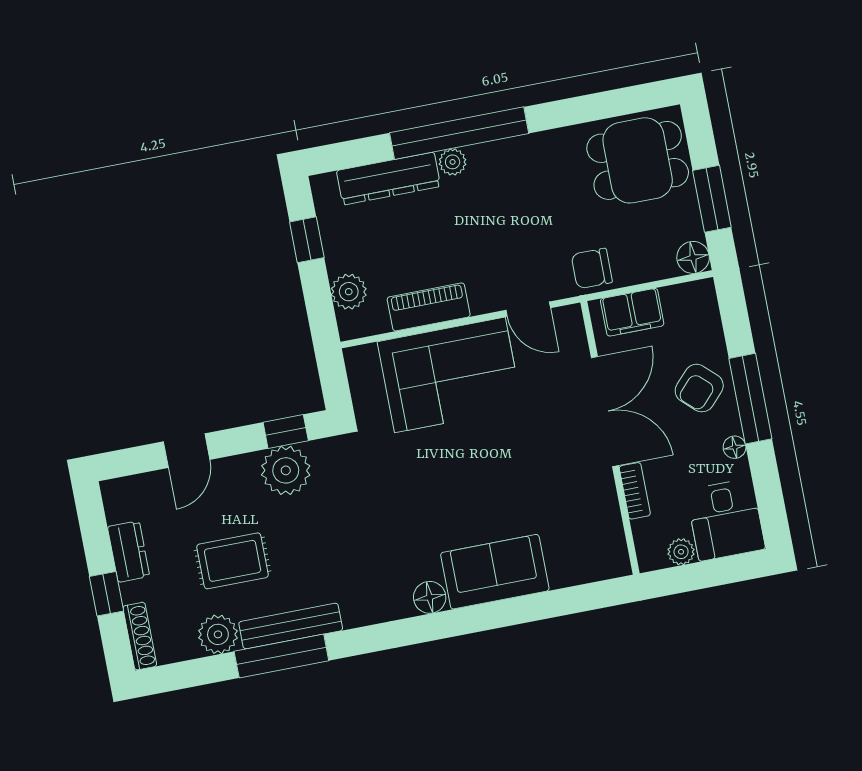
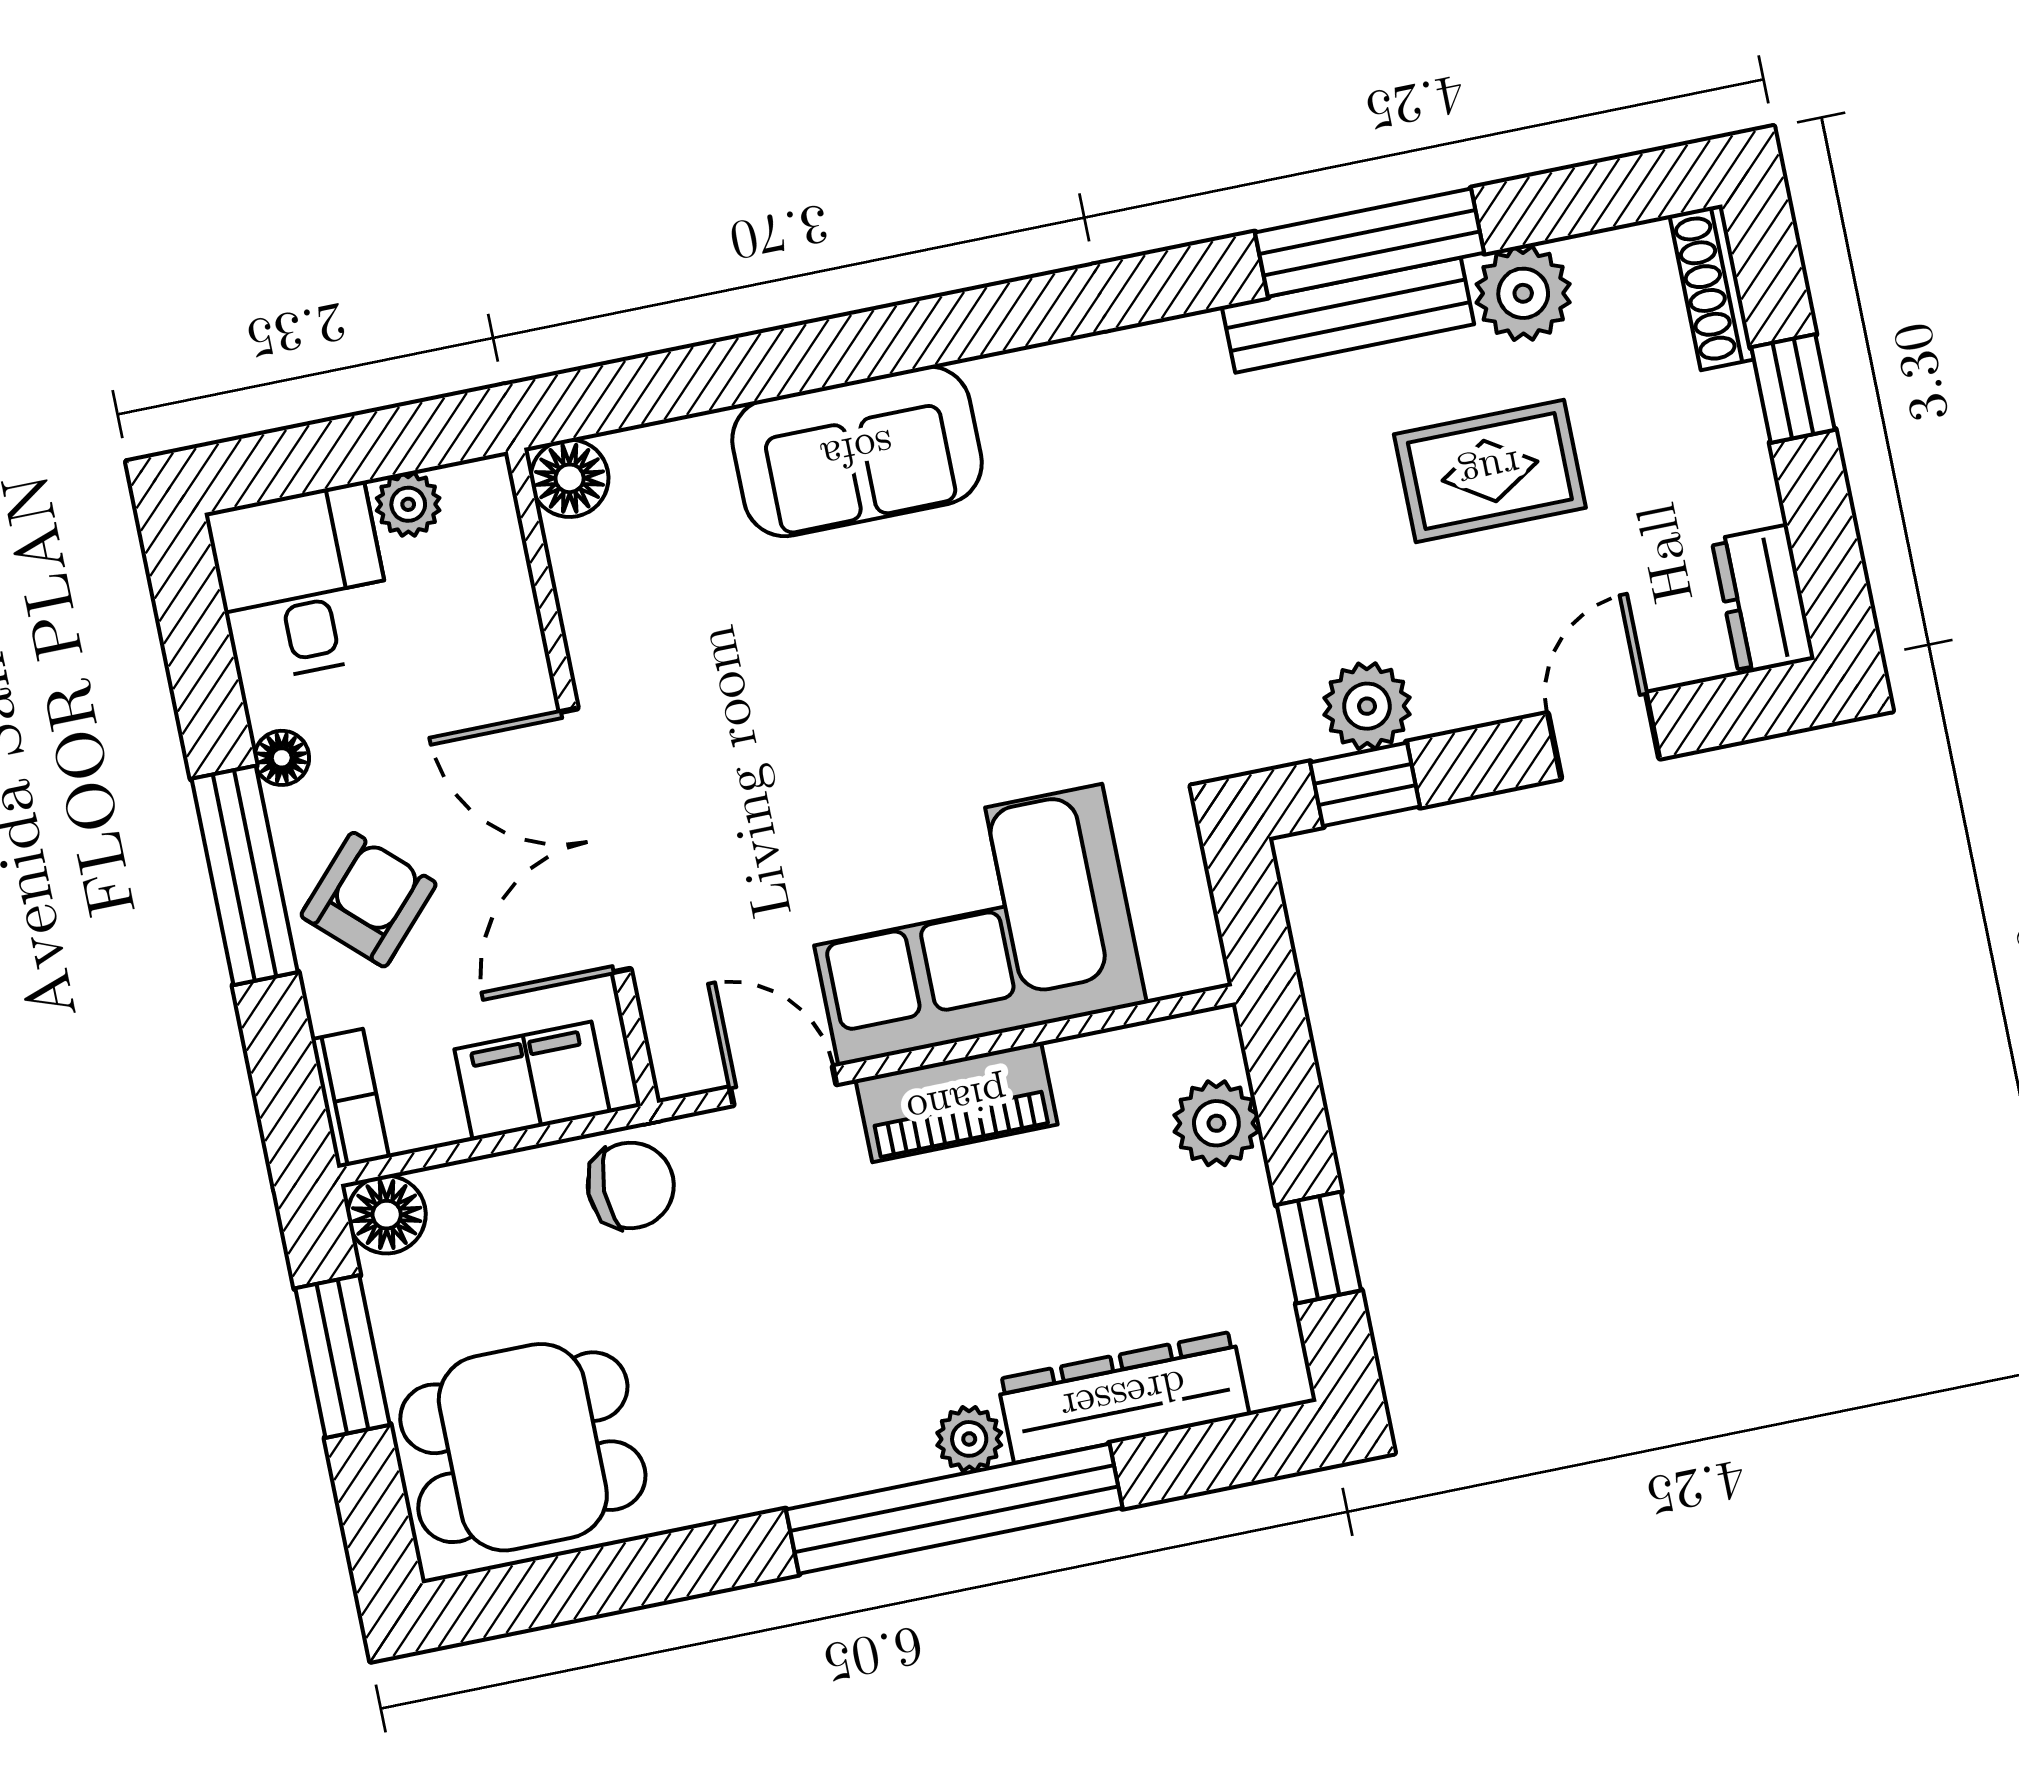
piano: (429, 307) -> (957, 1102), moved
plant: (286, 470) -> (1367, 706), width x0.73, depth x0.73
bookcase: (635, 491) -> (350, 1098), moved, turned 180
dresser: (129, 551) -> (1763, 600), moved
floor lamp: (430, 597) -> (570, 478), moved

